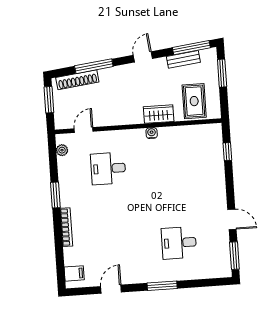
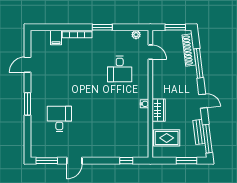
desk: (108, 168) -> (120, 69), turned 180
filing cabinet: (74, 273) -> (56, 38), moved
door: (111, 289) -> (28, 65), swing flipped

